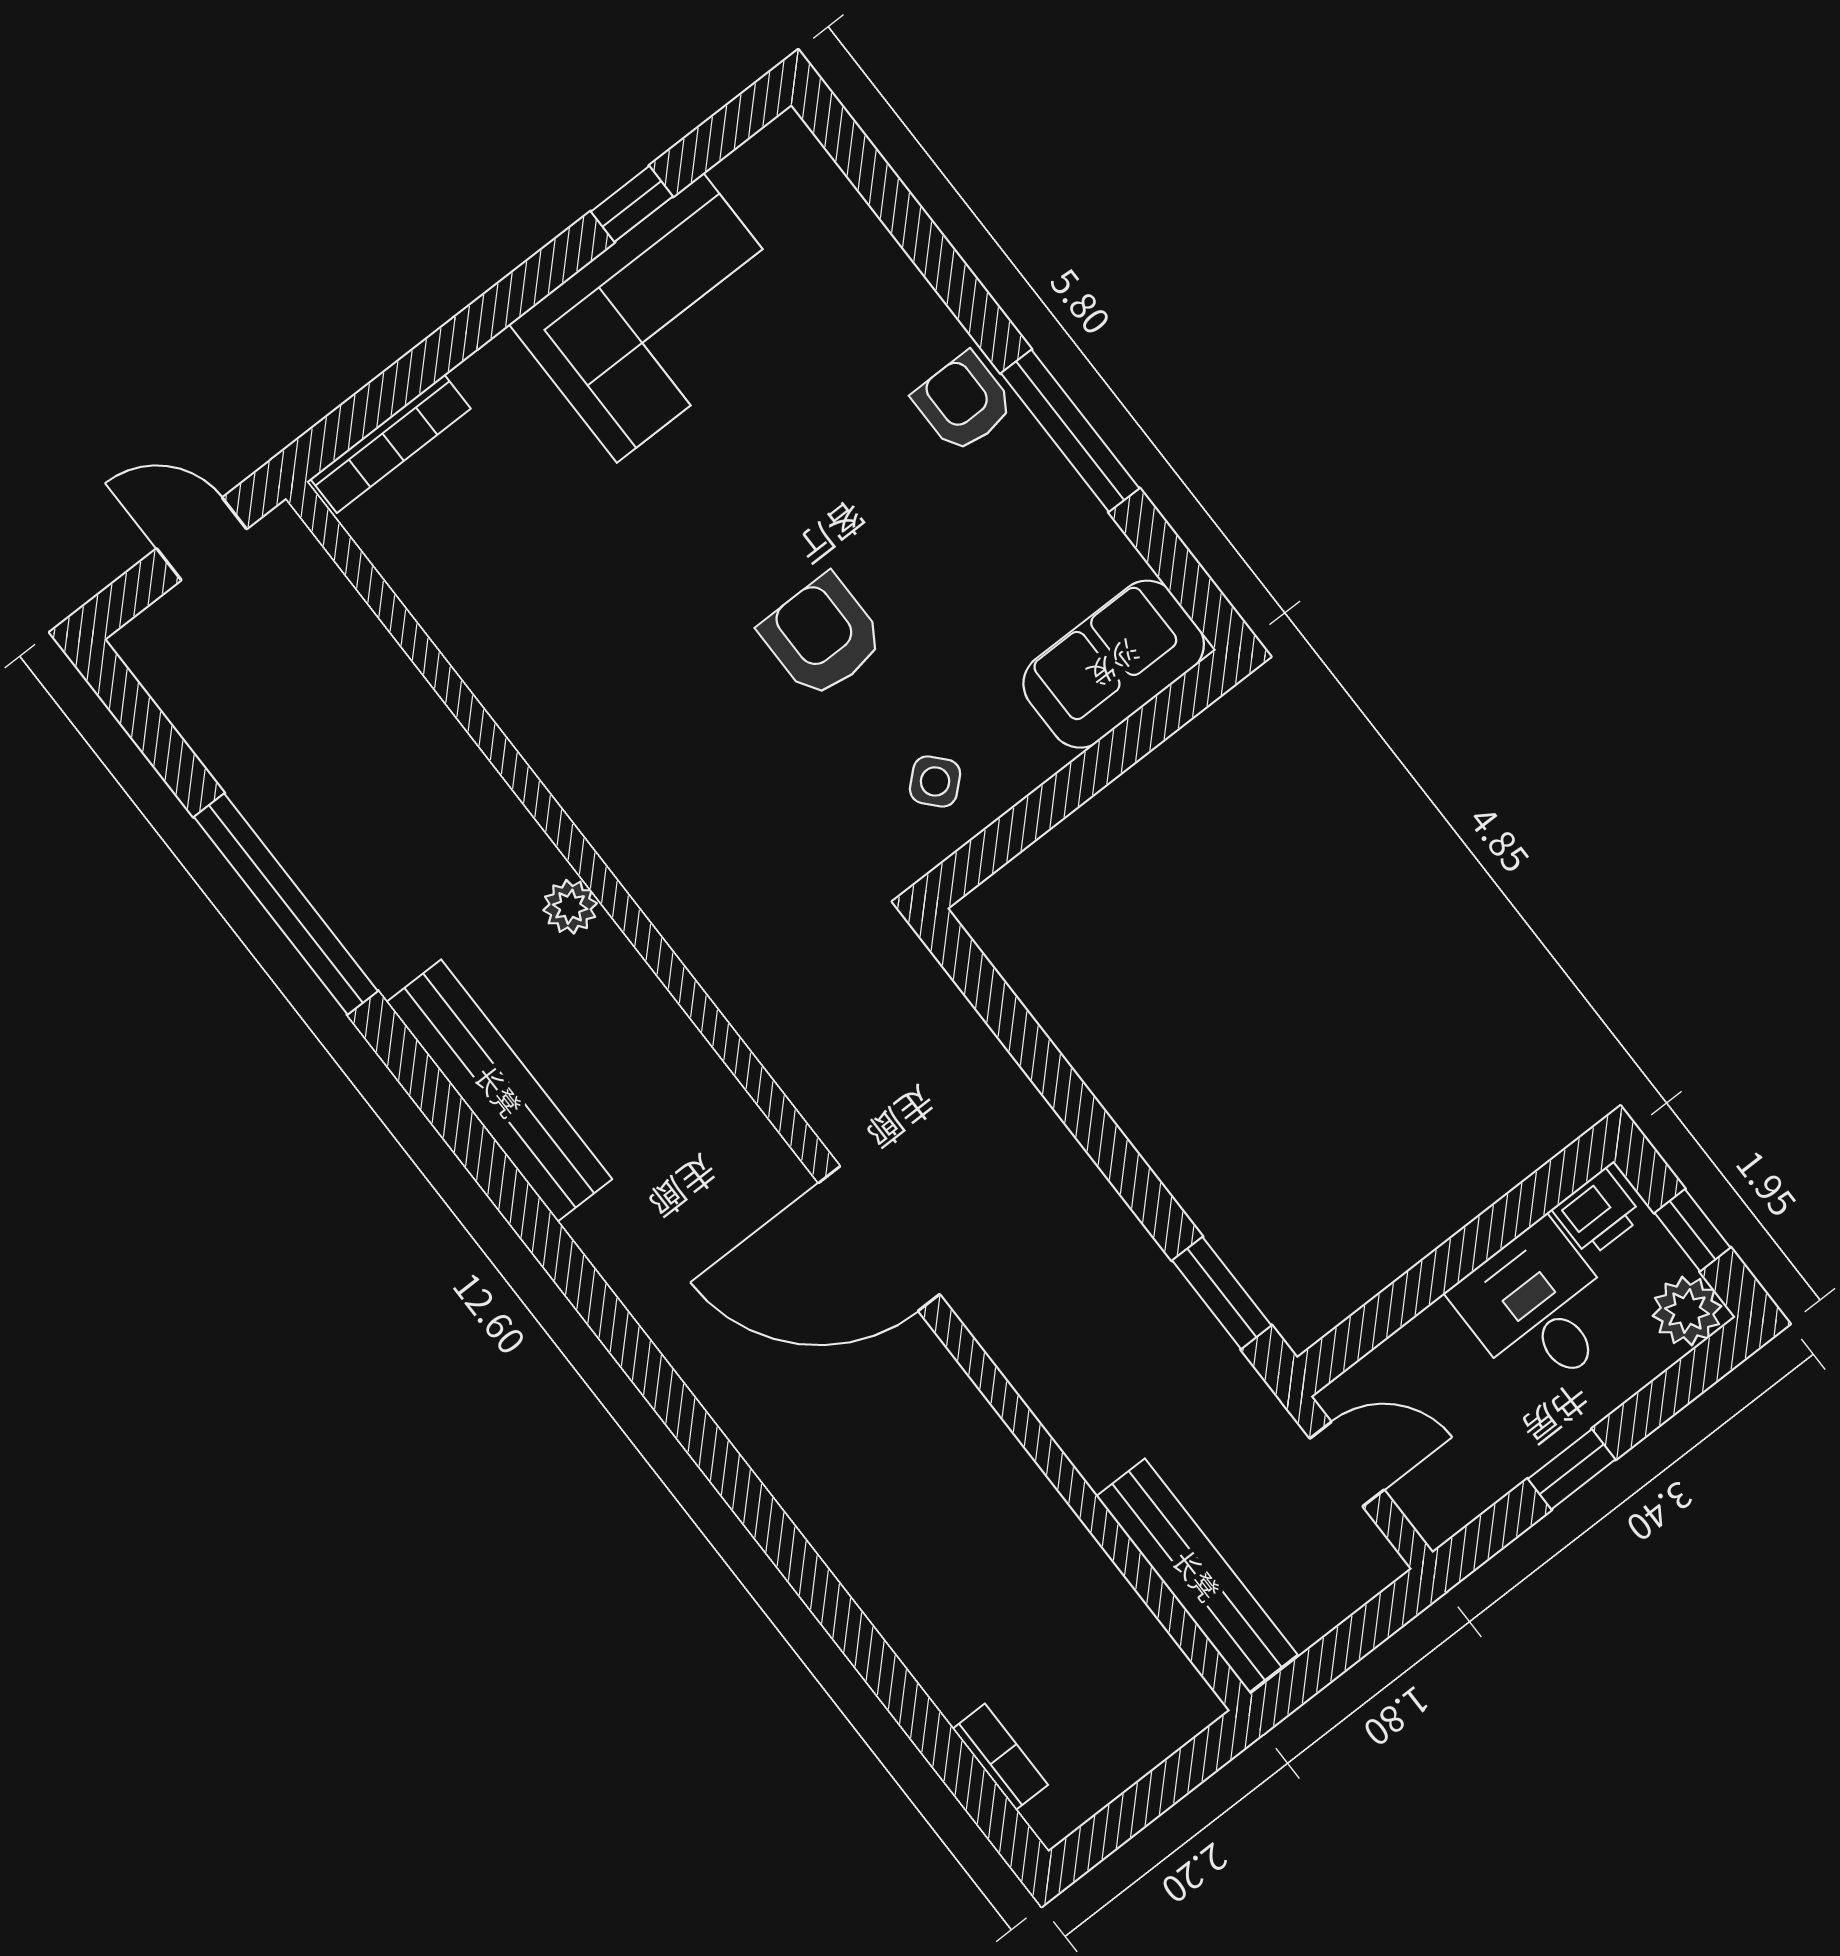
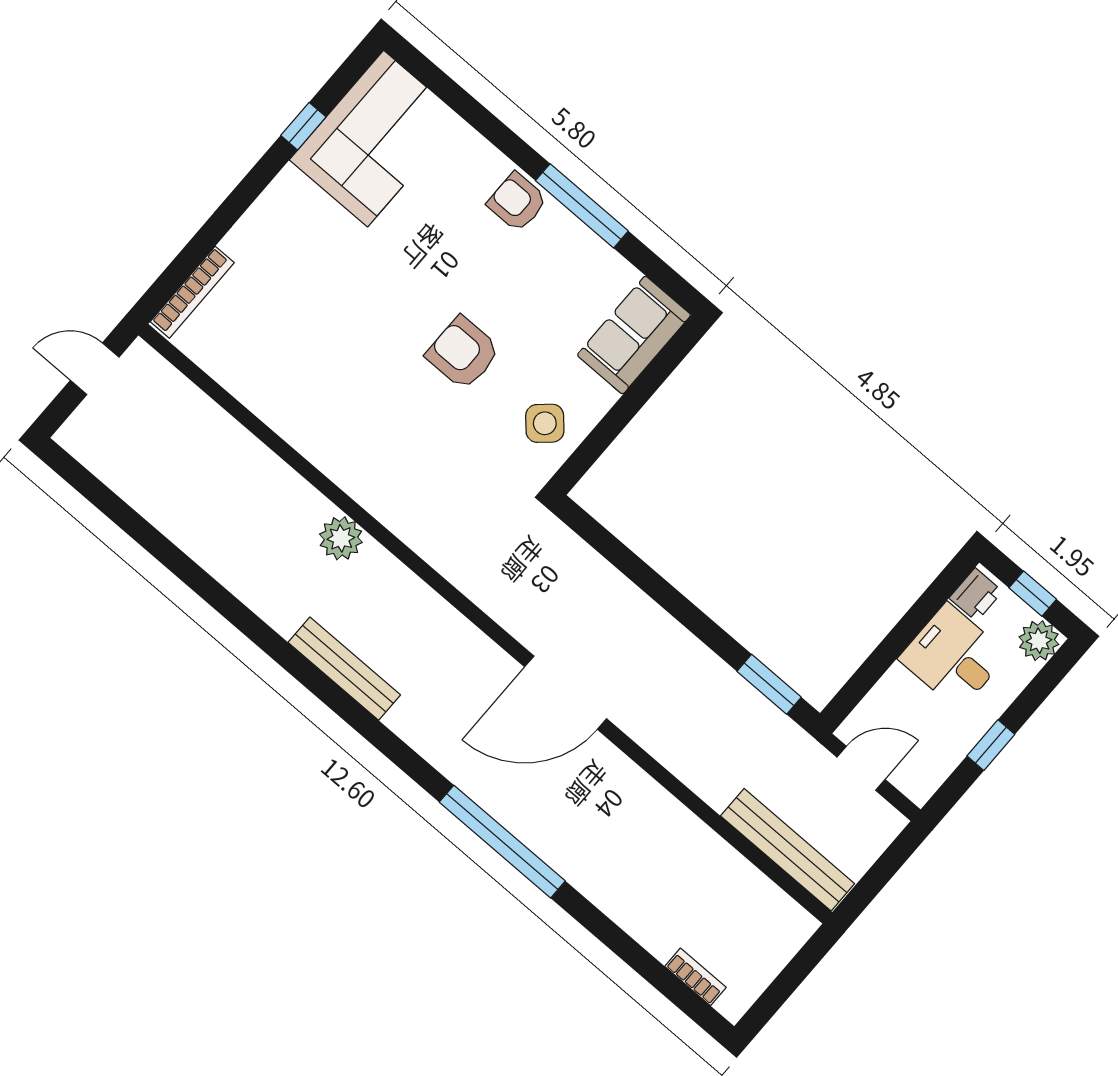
corner sofa: (660, 318) -> (376, 139), moved
side table: (935, 781) -> (545, 423), width x1.37, depth x1.37
window: (286, 904) -> (502, 842), moved
plant: (570, 907) -> (341, 538), width x1.38, depth x1.38
bench: (499, 1091) -> (344, 669), width x0.73, depth x0.82

